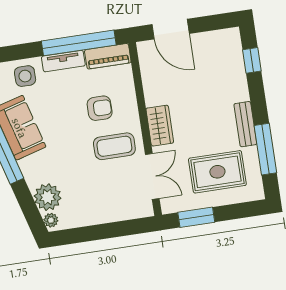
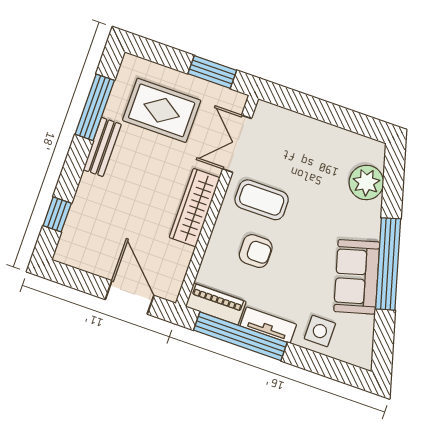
armchair: (100, 108) -> (256, 251), turned 180
wardrobe: (160, 126) -> (195, 208), width x1.50
plant: (51, 220) -> (376, 155), removed

